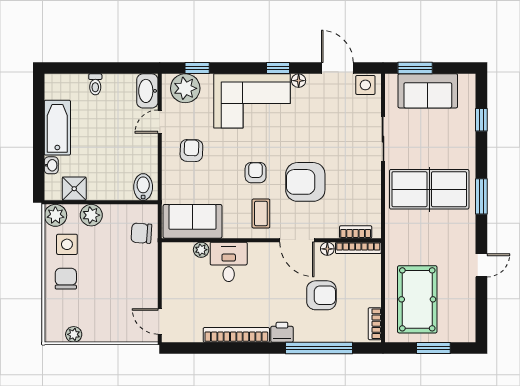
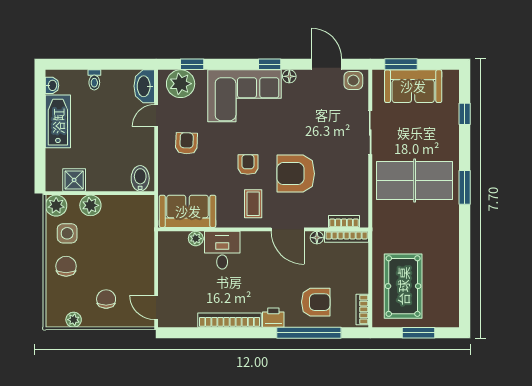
washbasin: (51, 165) -> (52, 85), moved
chair: (141, 233) -> (106, 299), moved, turned 86
door: (481, 265) -> (465, 253), removed
armchair: (321, 295) -> (316, 302), moved

